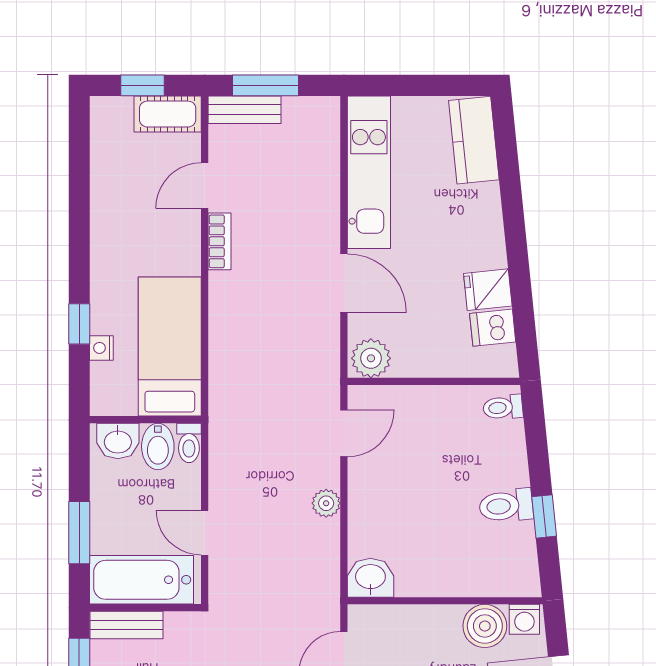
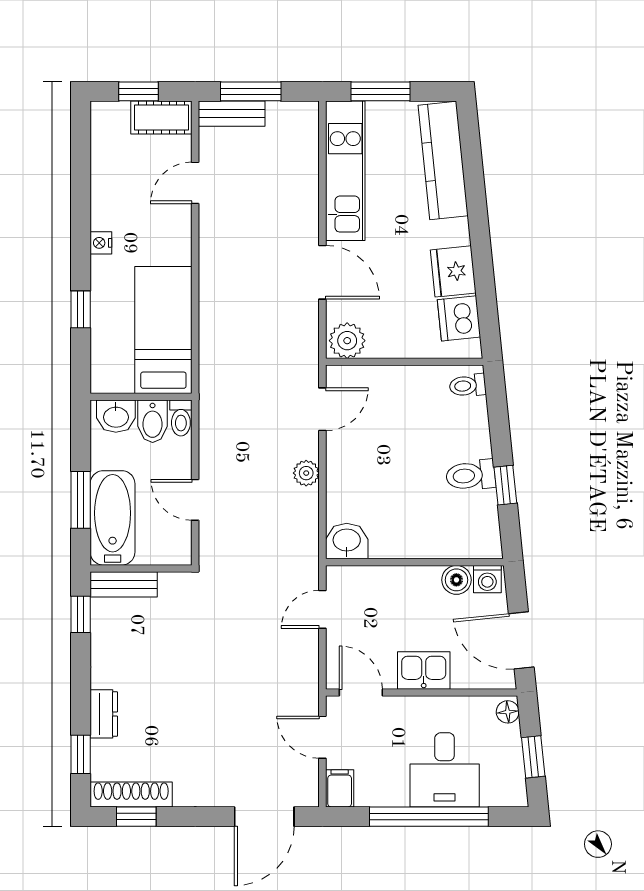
window: (408, 85) -> (381, 91), added
kitchen counter: (474, 140) -> (443, 161), width x1.50
bookcase: (219, 241) -> (209, 234), removed
fridge: (488, 290) -> (453, 271), width x1.38
dishwasher: (493, 328) -> (459, 318), width x1.38
nightstand: (101, 348) -> (101, 243), moved
bathtub: (142, 580) -> (113, 518), moved, turned 90
boiler: (485, 626) -> (456, 580), width x0.73, depth x0.73

